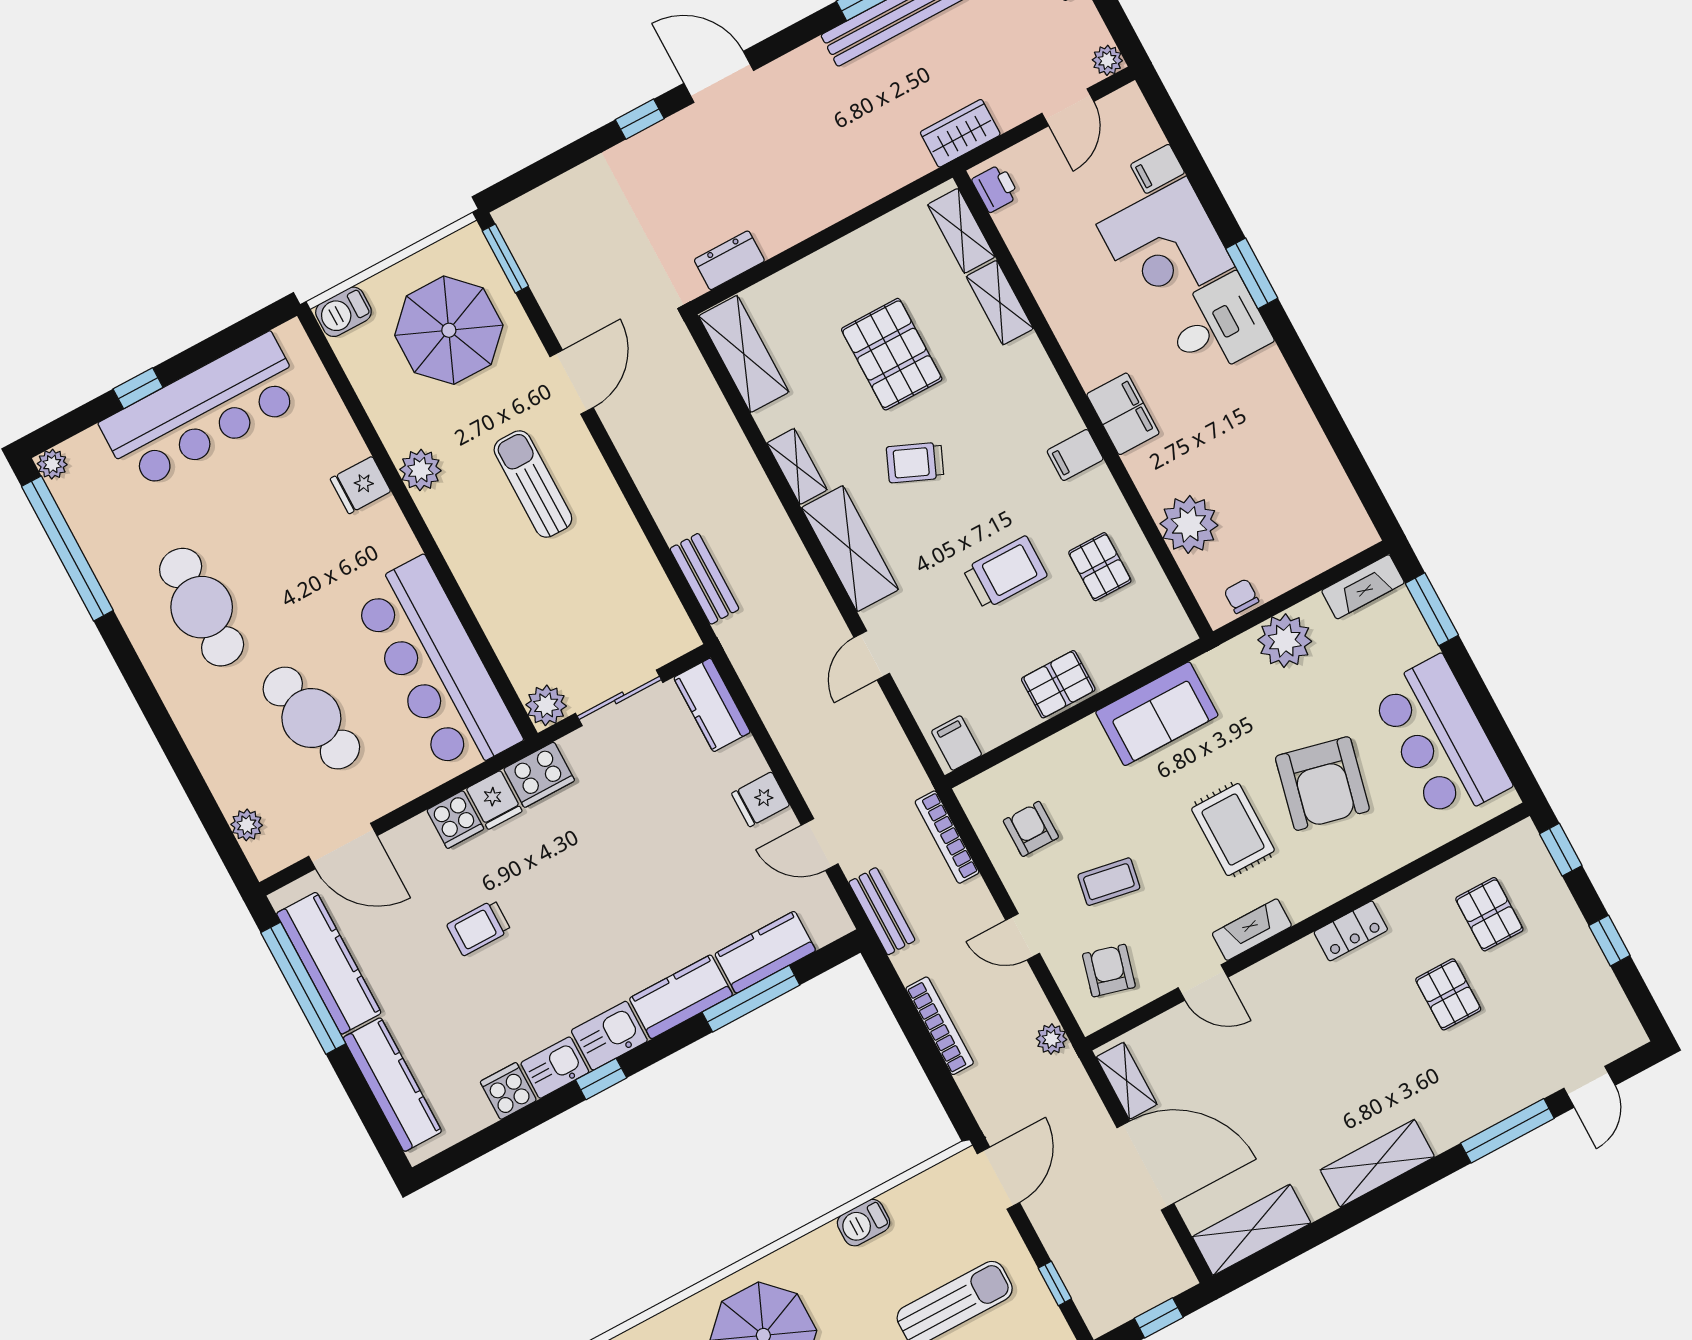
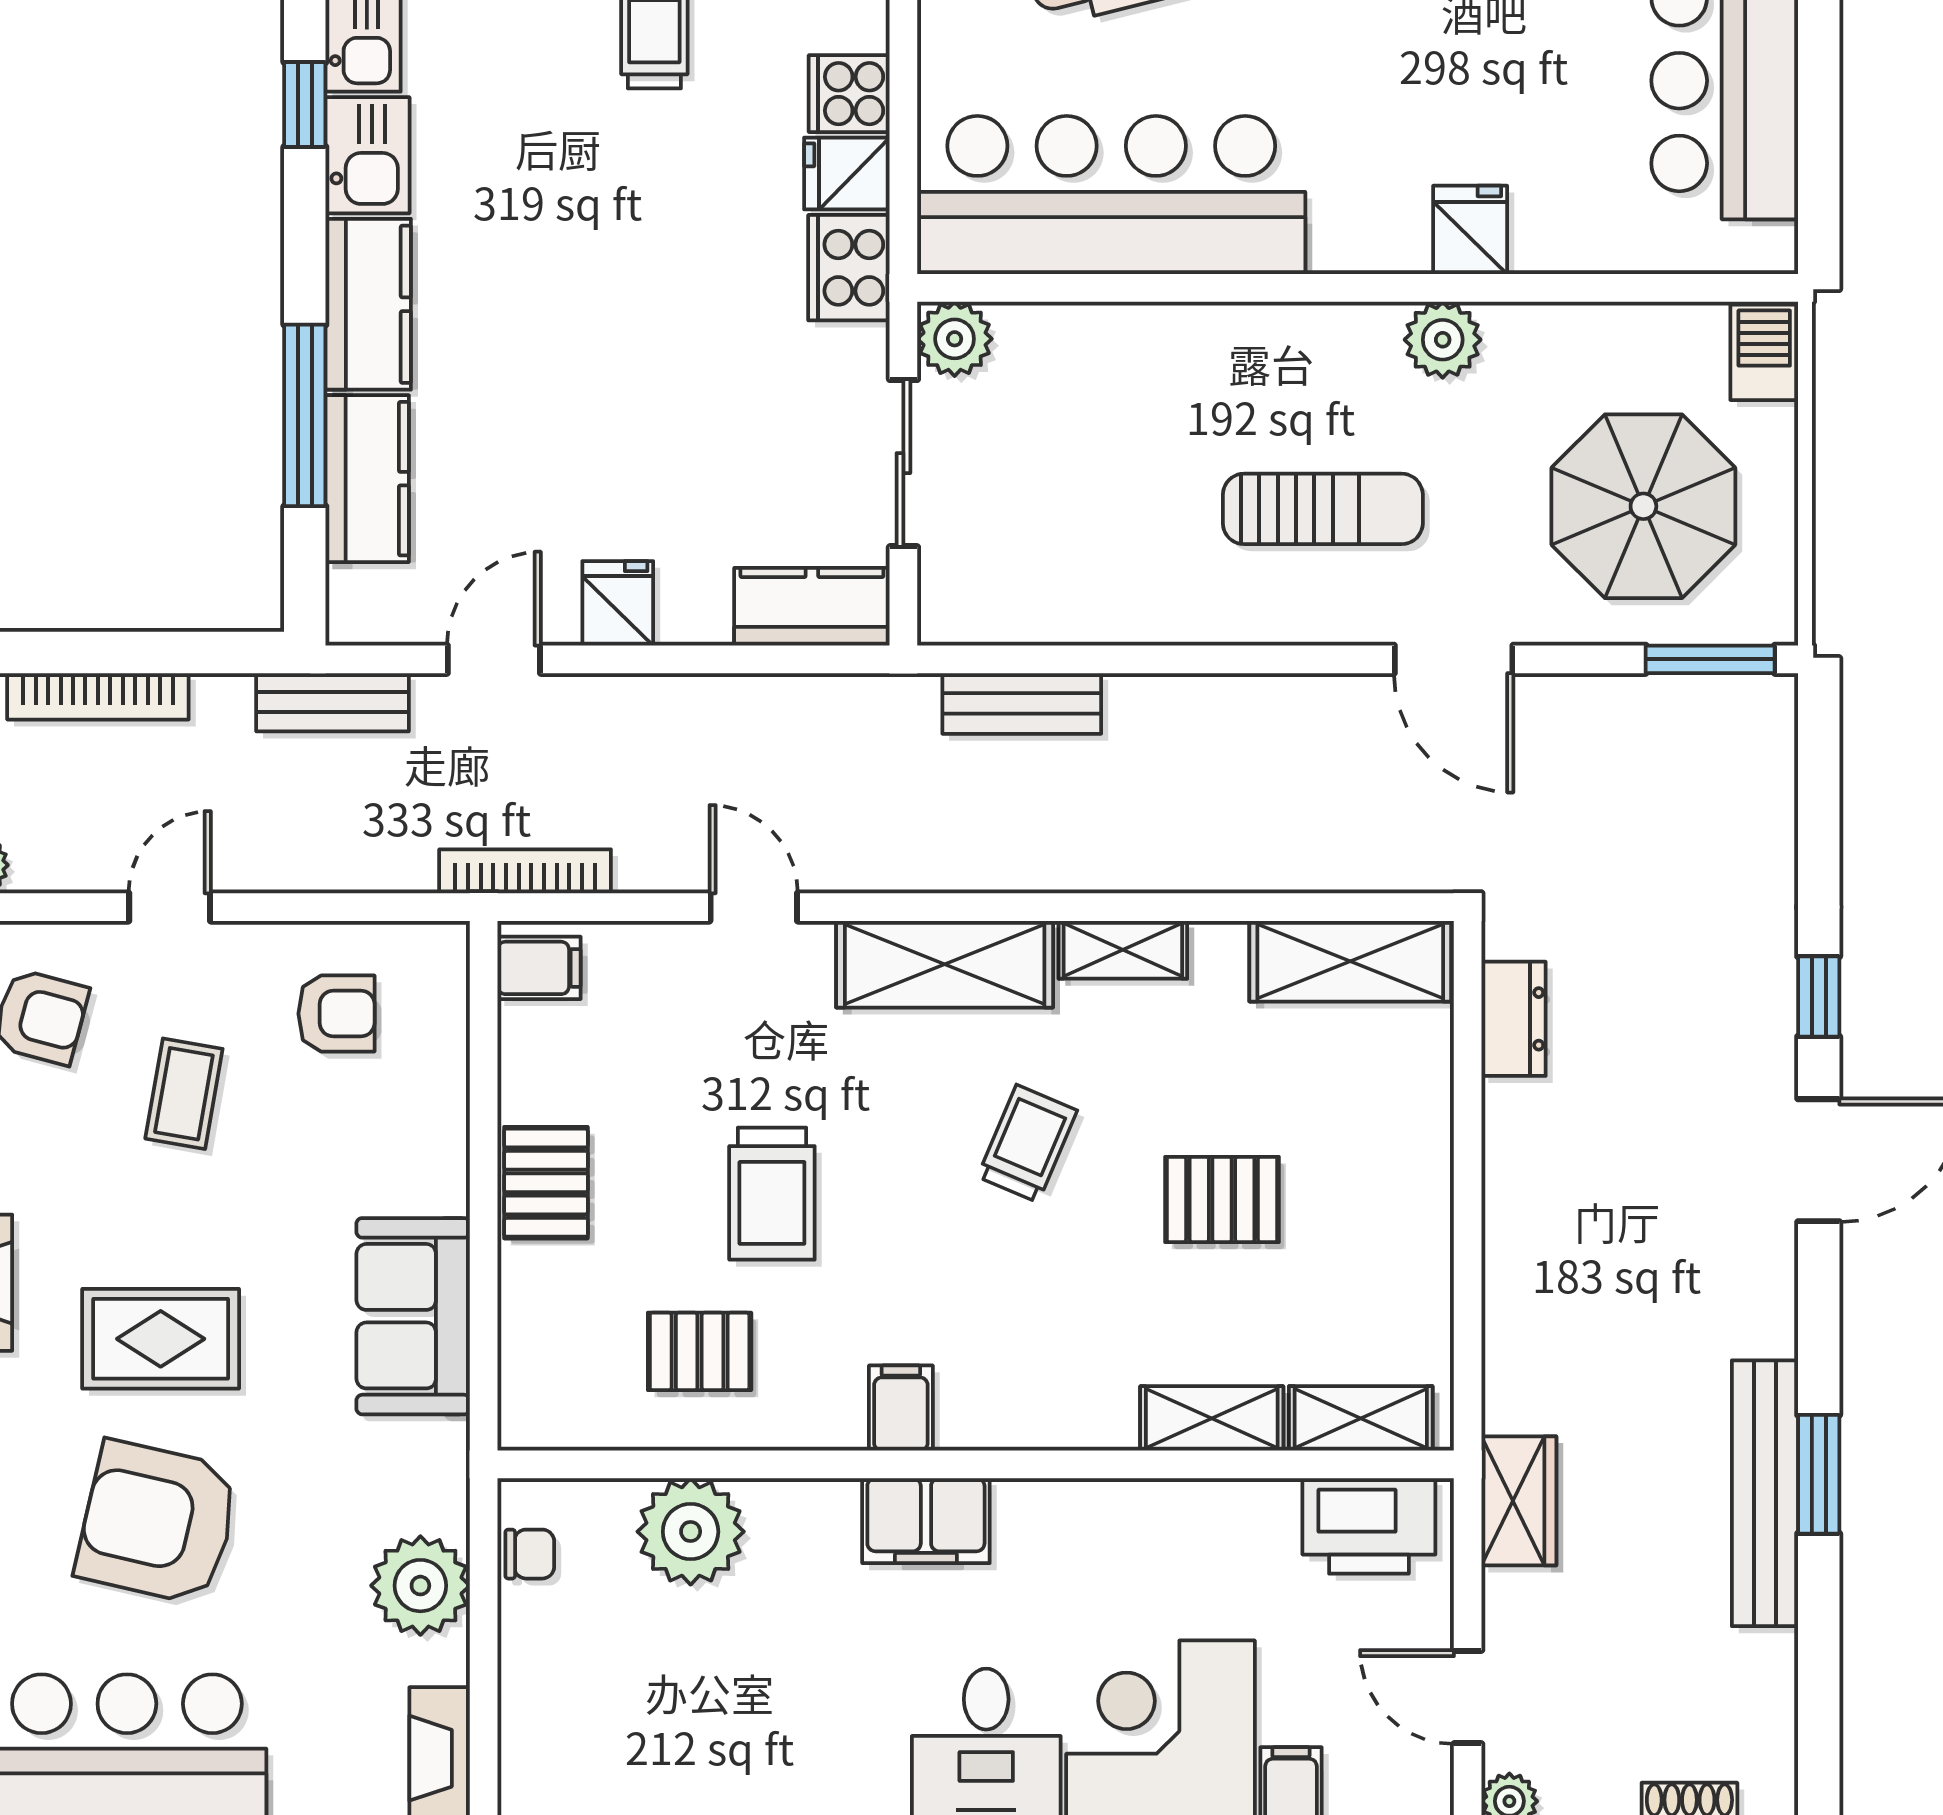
printer: (996, 188) -> (1369, 1526), width x1.87, depth x1.48
pallet: (892, 354) -> (1222, 1199), width x0.67, depth x0.71
bookcase: (947, 837) -> (525, 871), moved

